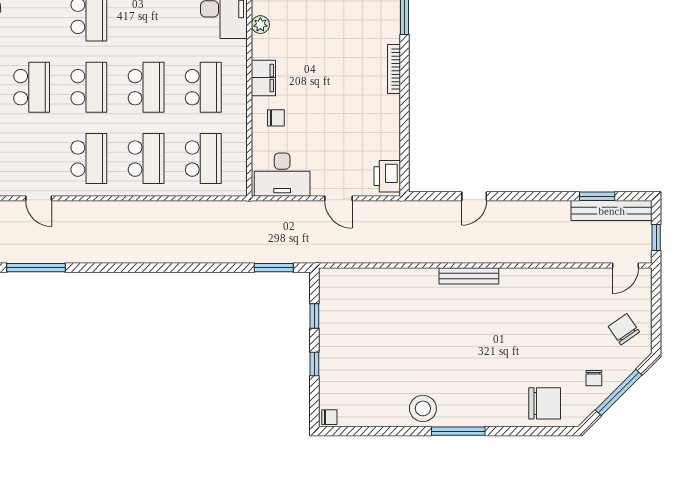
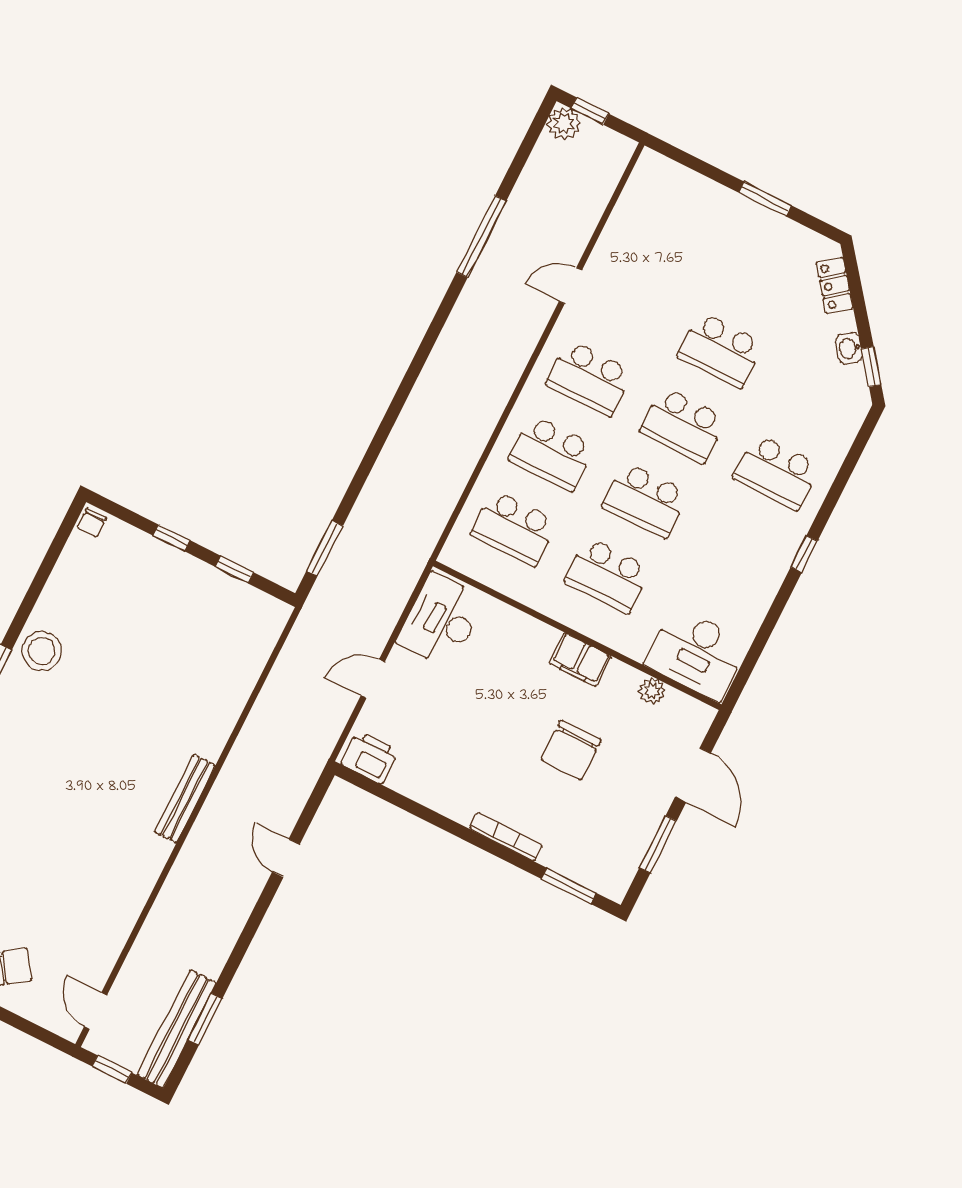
chair: (276, 118) -> (571, 750), moved, width x1.87, depth x1.87

